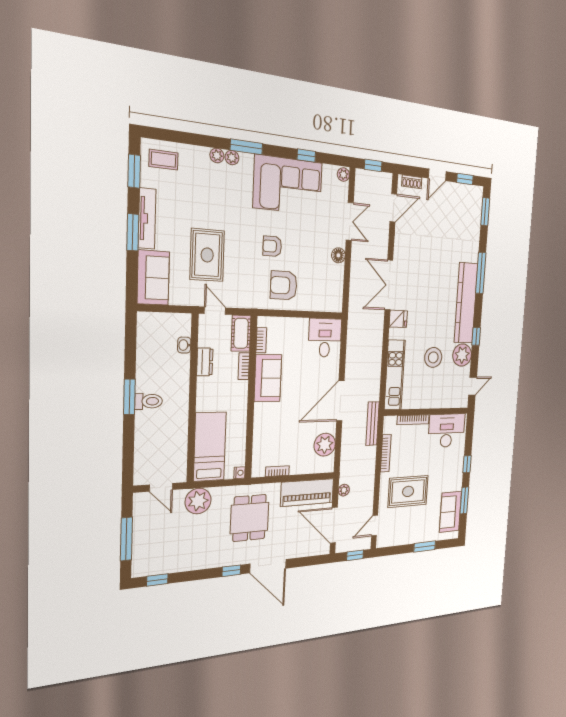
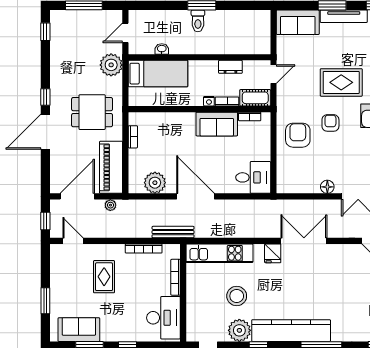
rug: (207, 255) -> (341, 82), moved
washbasin: (184, 345) -> (162, 49), moved
nightstand: (240, 473) -> (209, 101), moved
rug: (408, 491) -> (104, 277), width x0.73, depth x0.70

